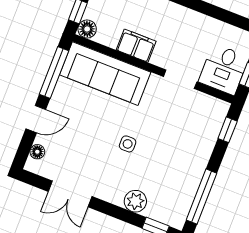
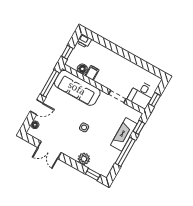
floor lamp: (87, 29) -> (82, 69), moved
filing cabinet: (136, 46) -> (92, 73), width x0.50
fireplace: (202, 146) -> (124, 134), added
window: (202, 197) -> (125, 152), moved

